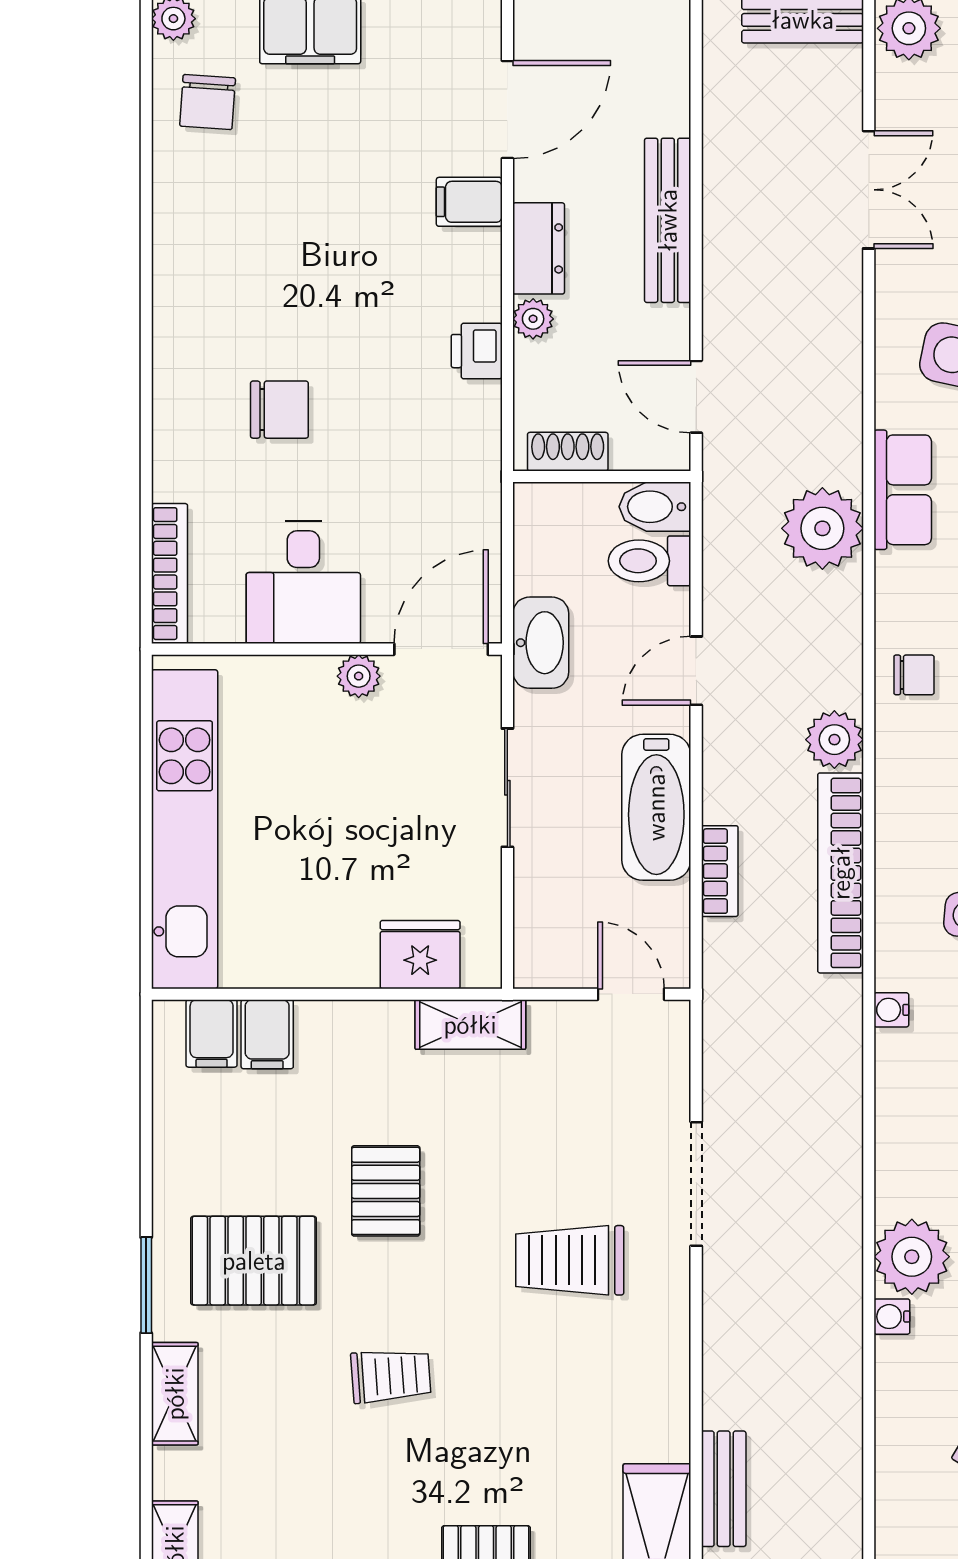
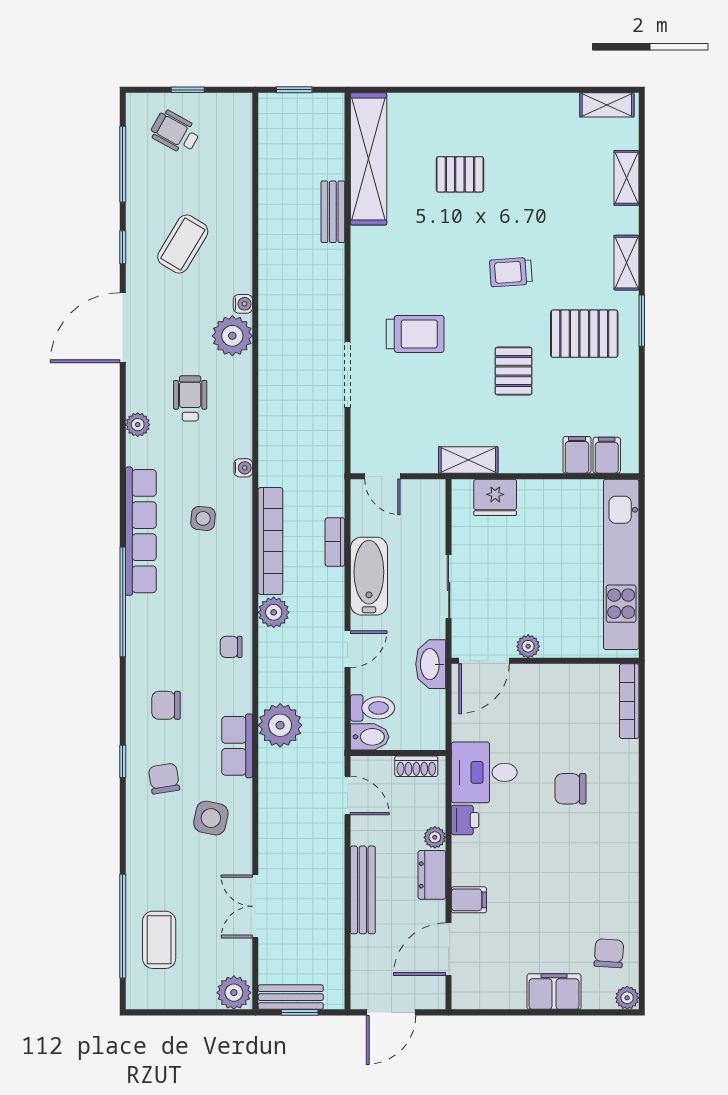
desk: (303, 582) -> (484, 772), moved, turned -90

